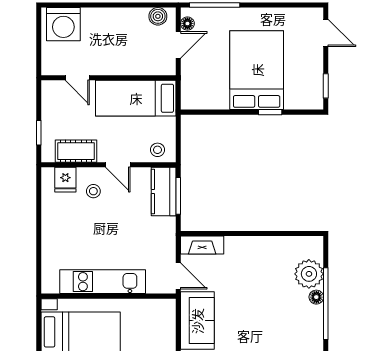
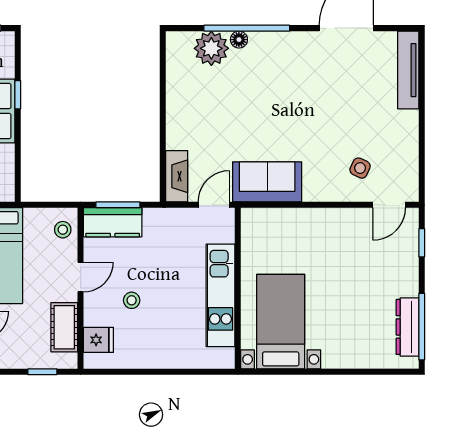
stool: (93, 191) -> (132, 300), moved

